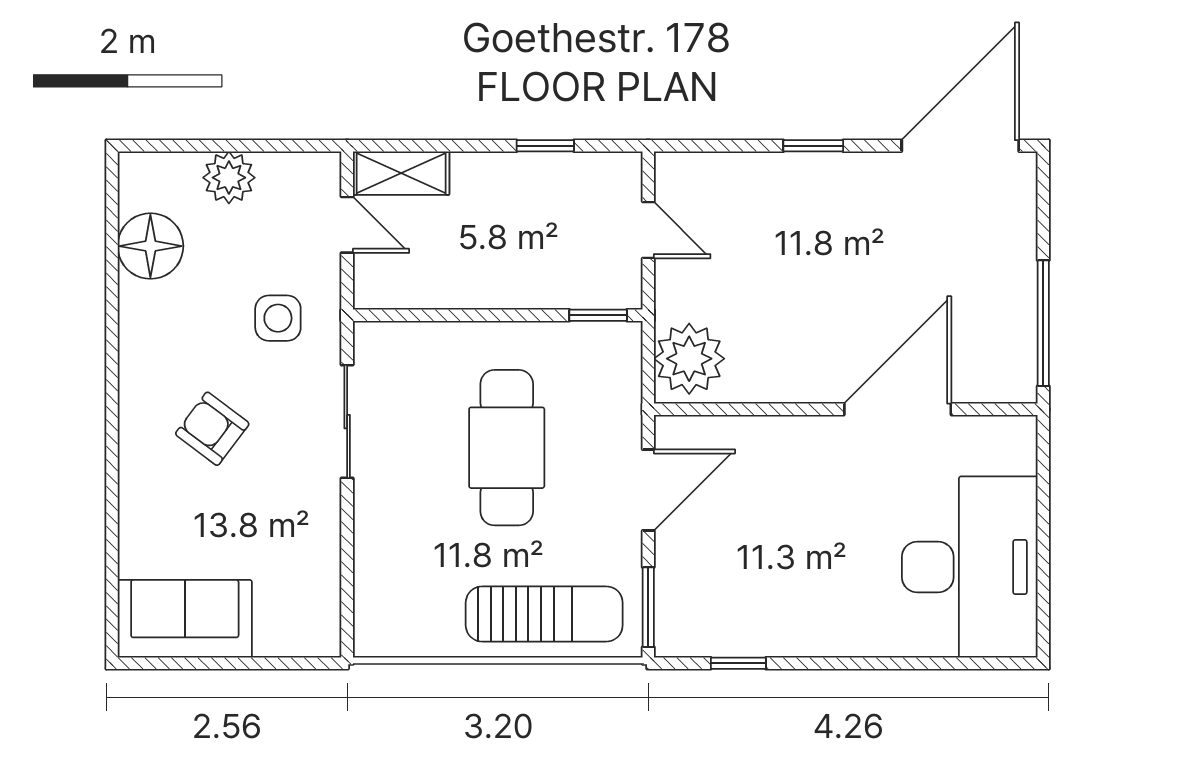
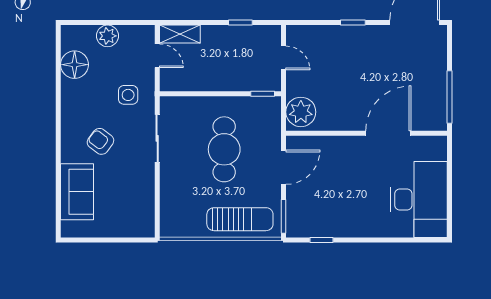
sofa: (185, 619) -> (77, 192), moved, turned 90

